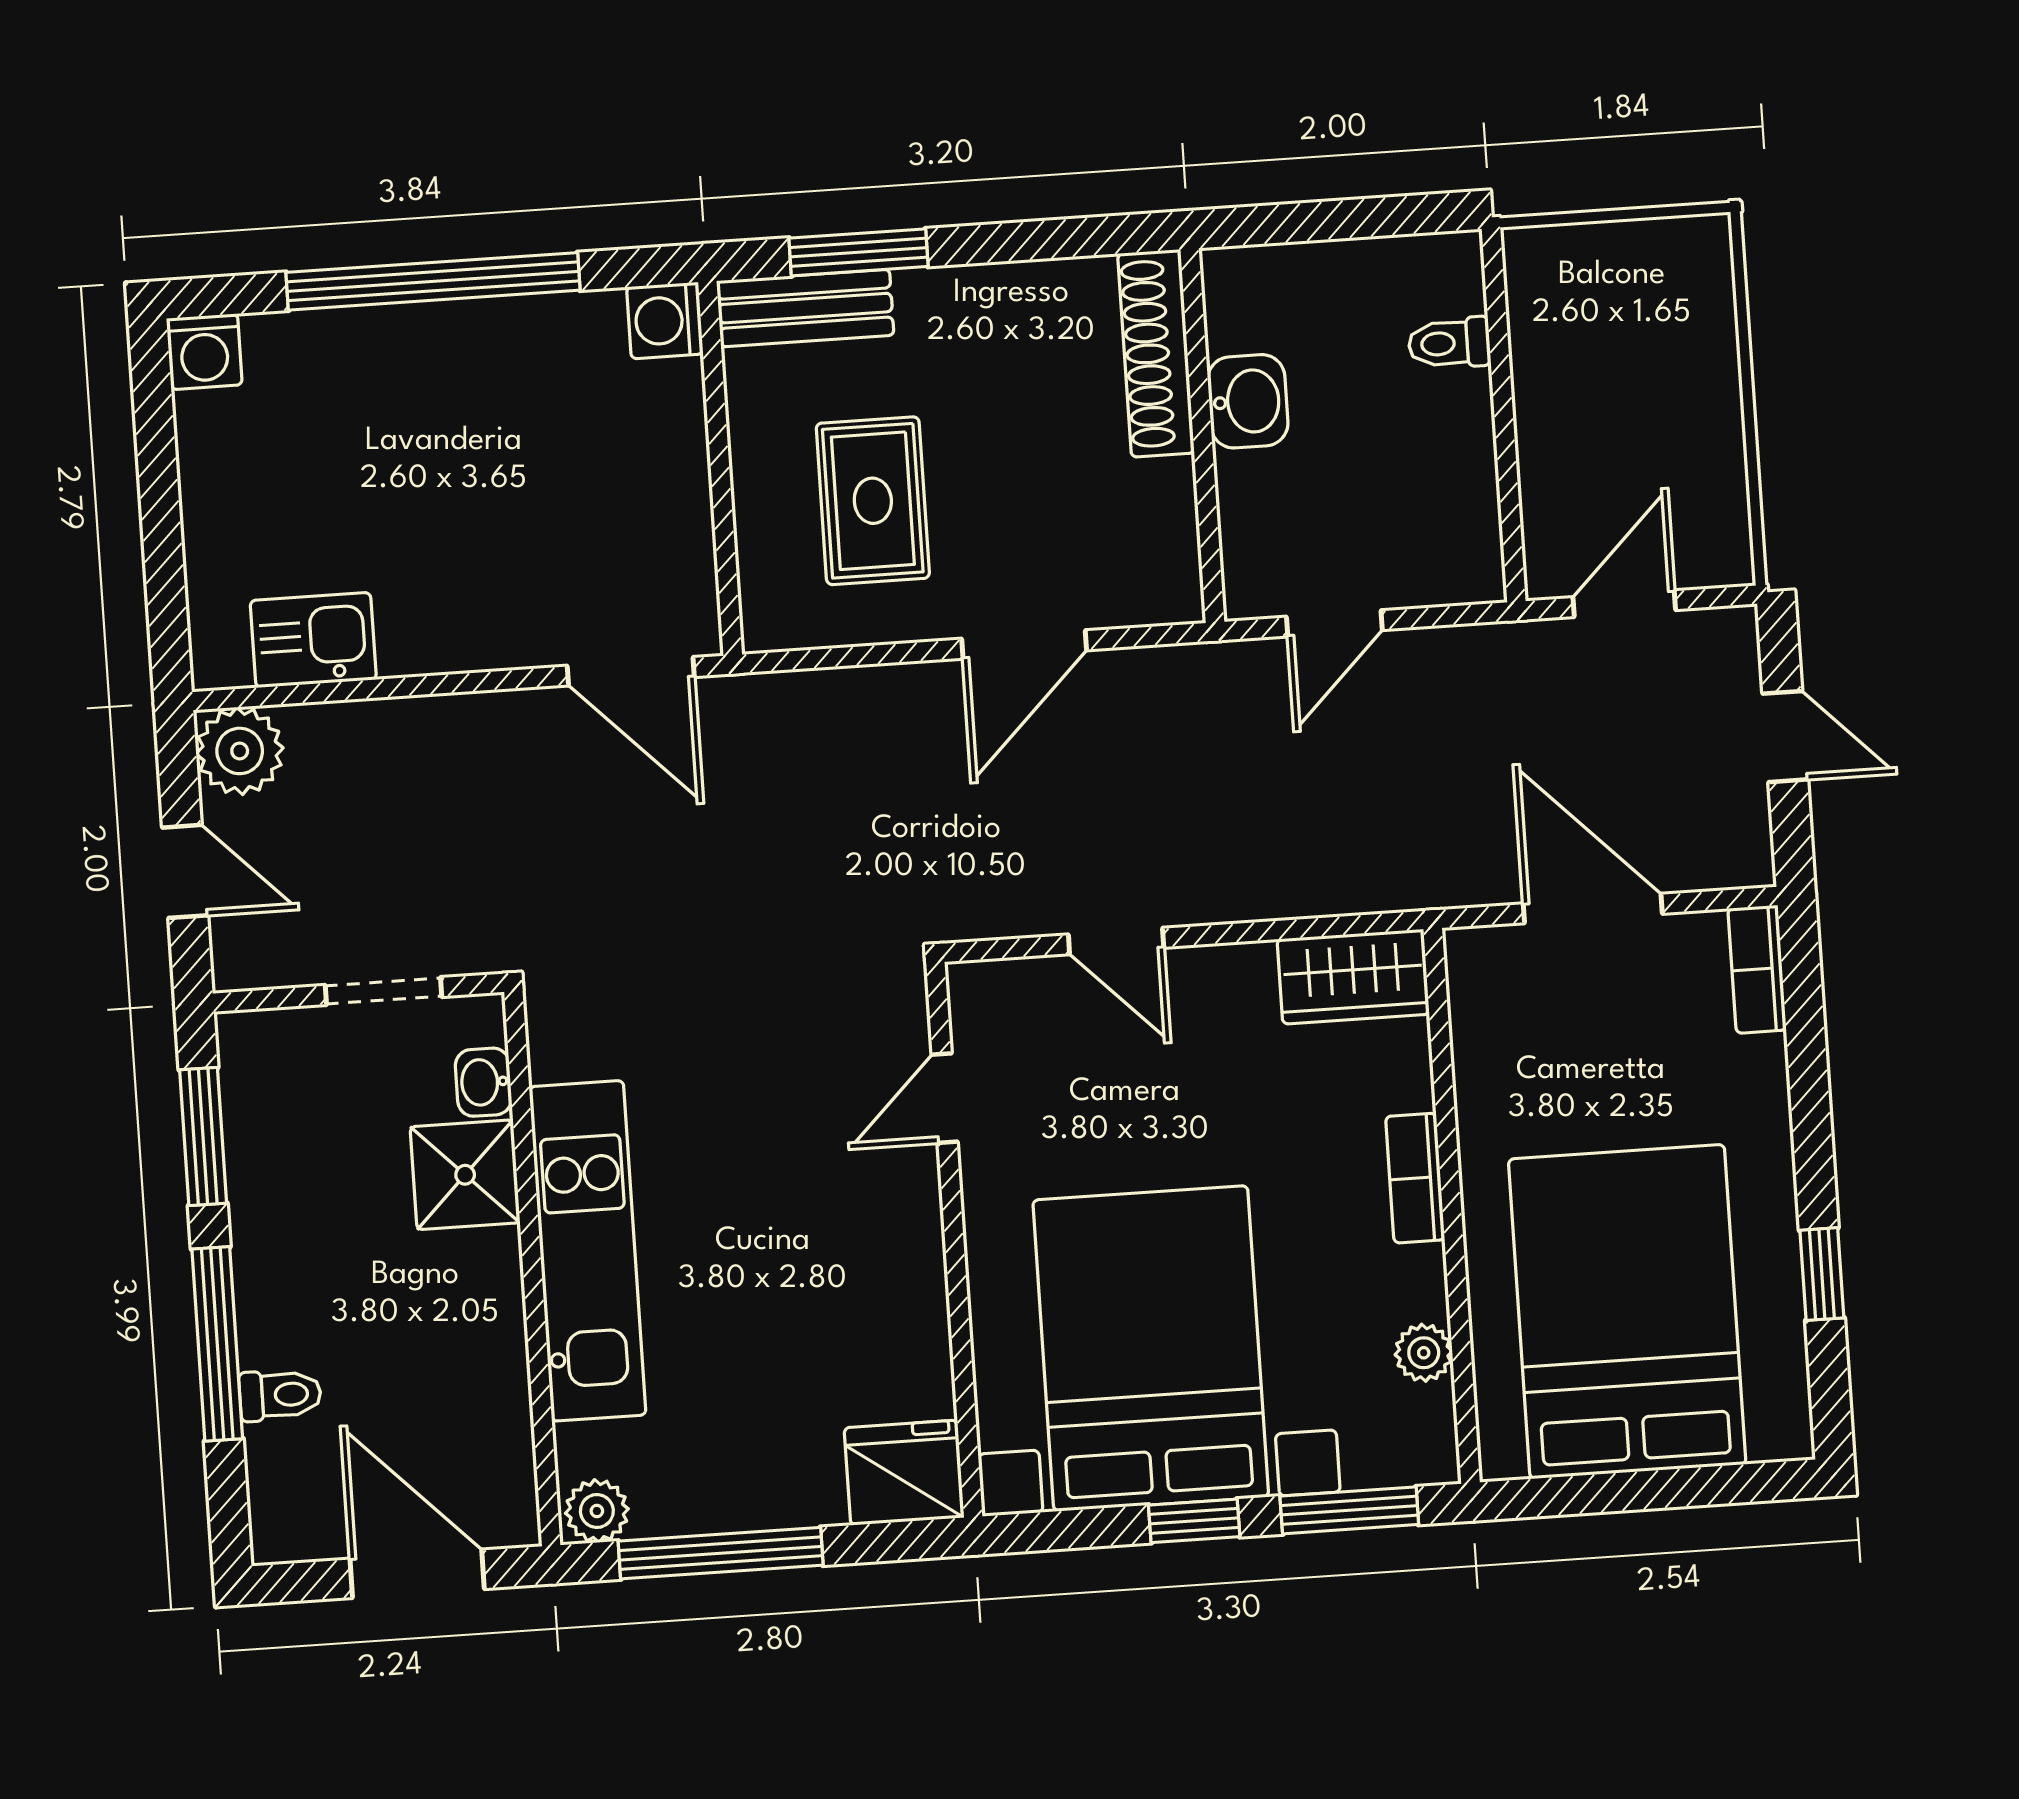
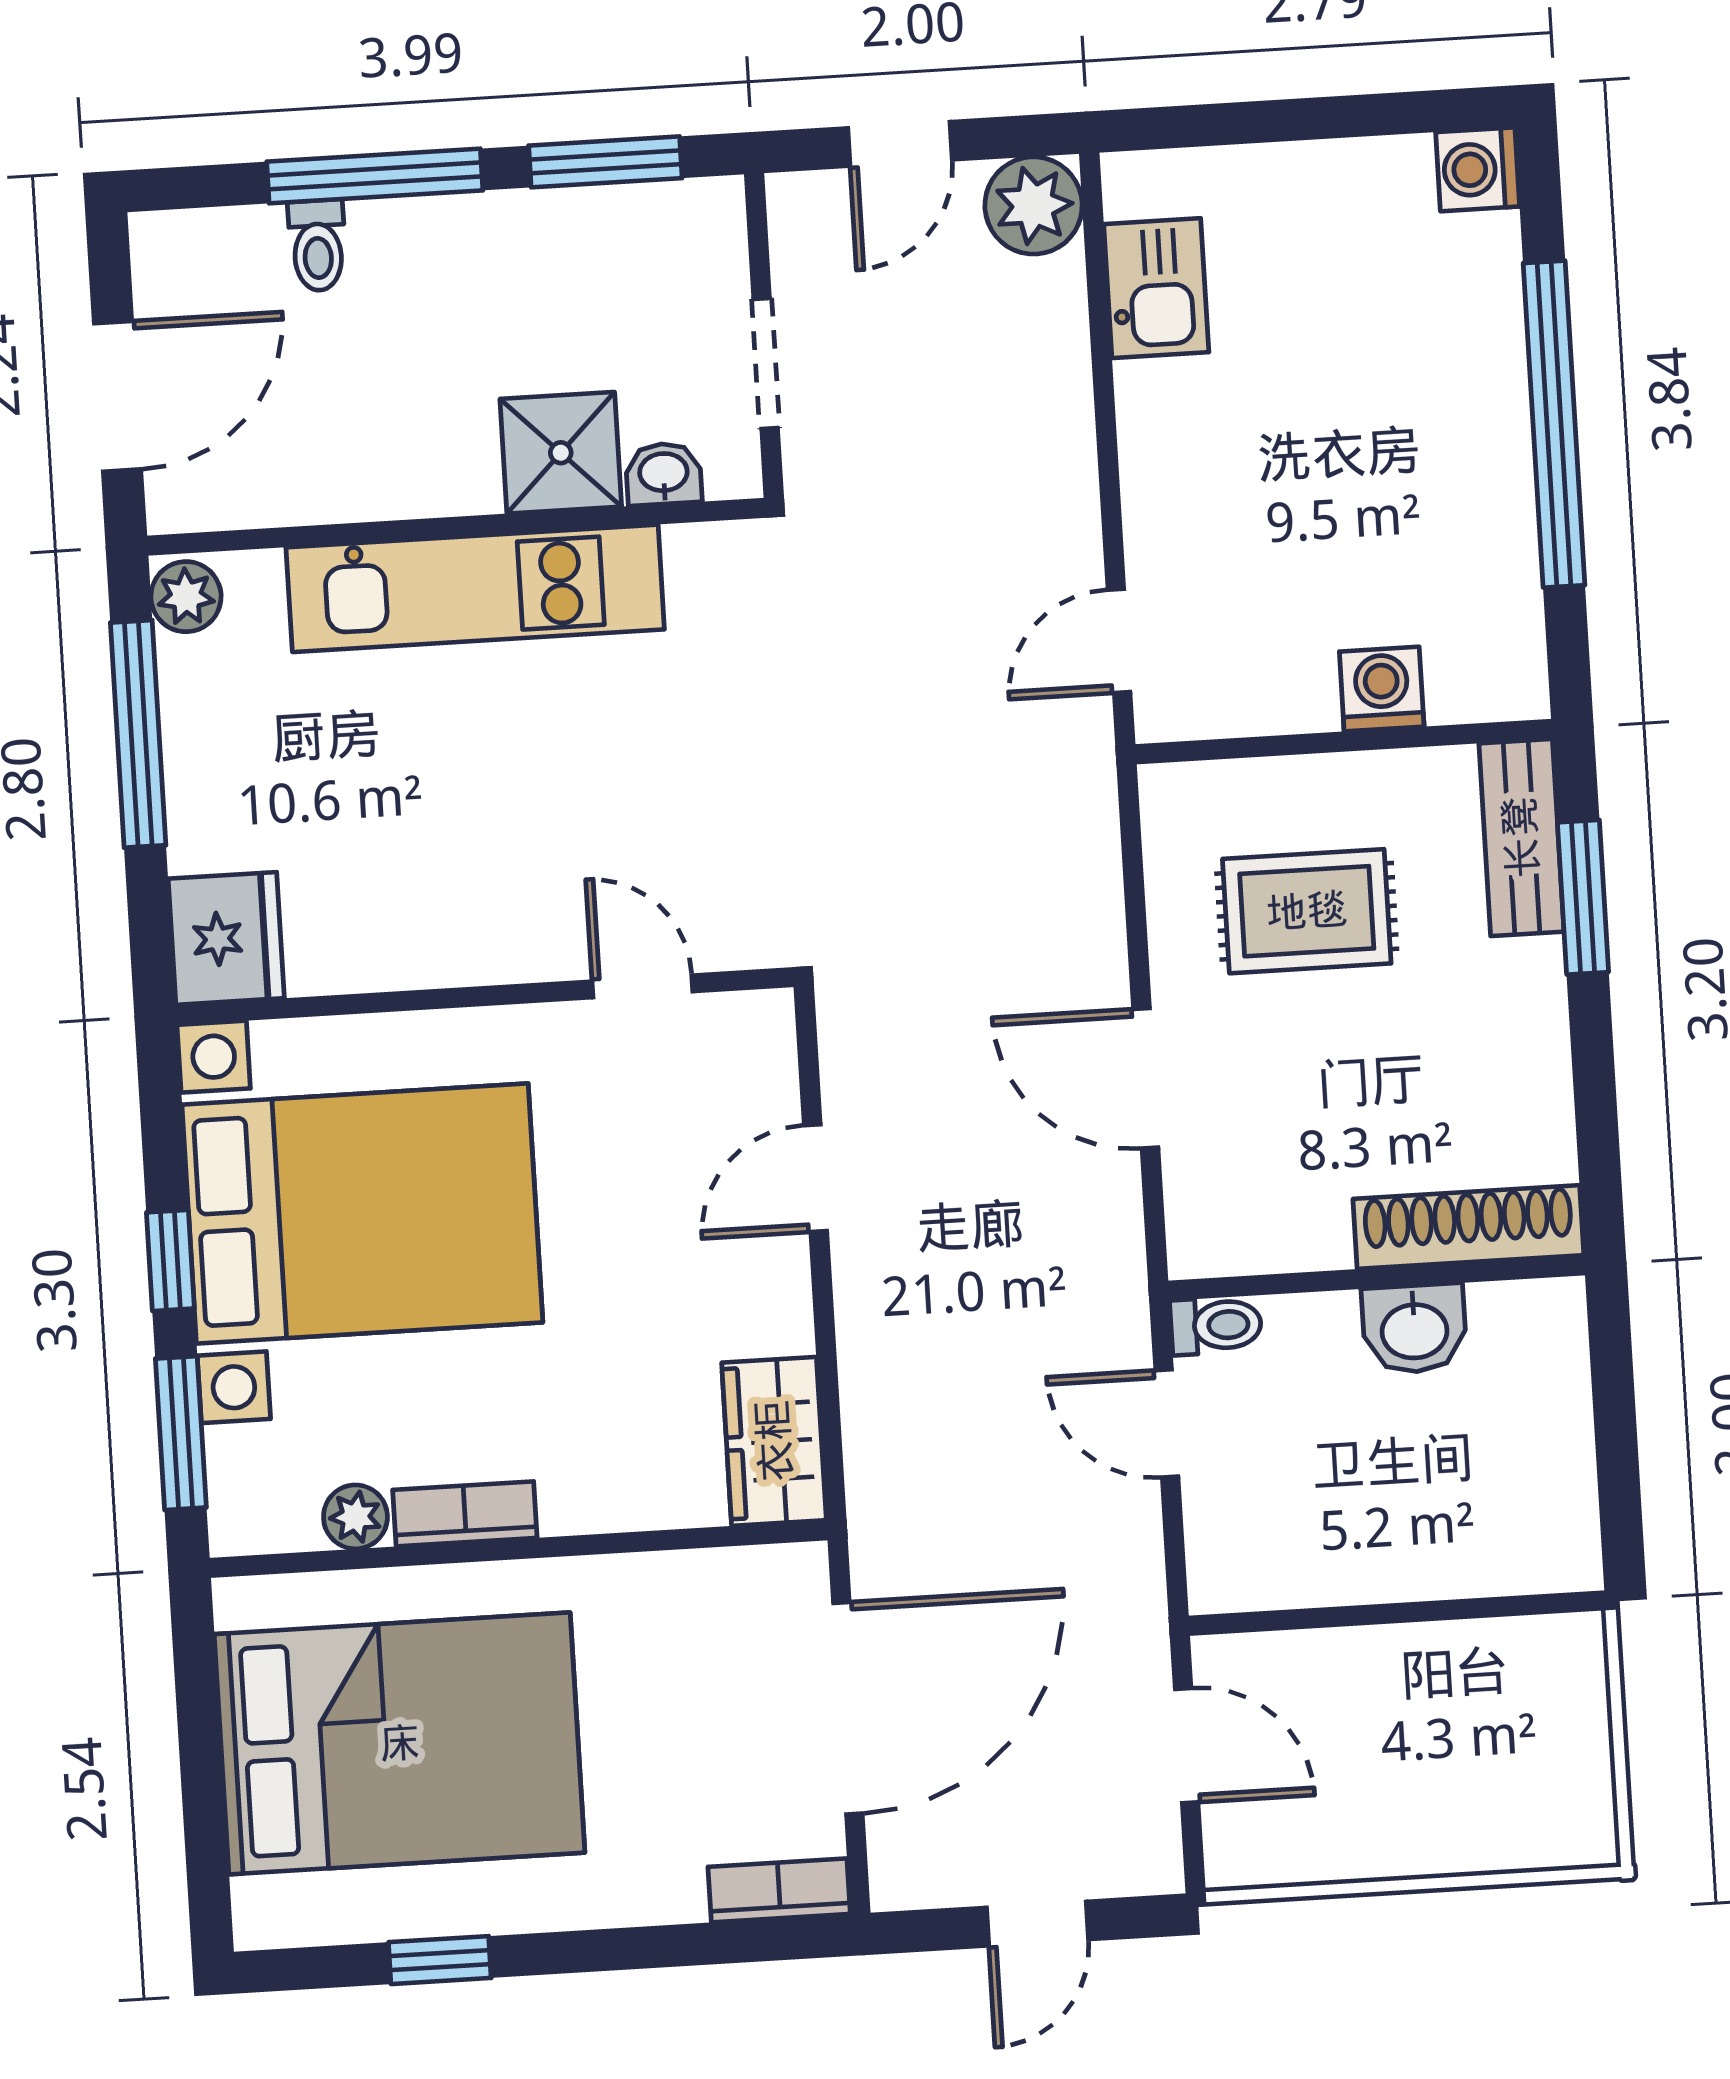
washing machine: (665, 321) -> (1382, 689), moved
toilet: (1449, 343) -> (1216, 1325), moved, turned 90
door: (631, 671) -> (1119, 641), width x0.73
door: (1593, 909) -> (848, 1708), width x1.36
bookcase: (1415, 1178) -> (465, 1514), moved

